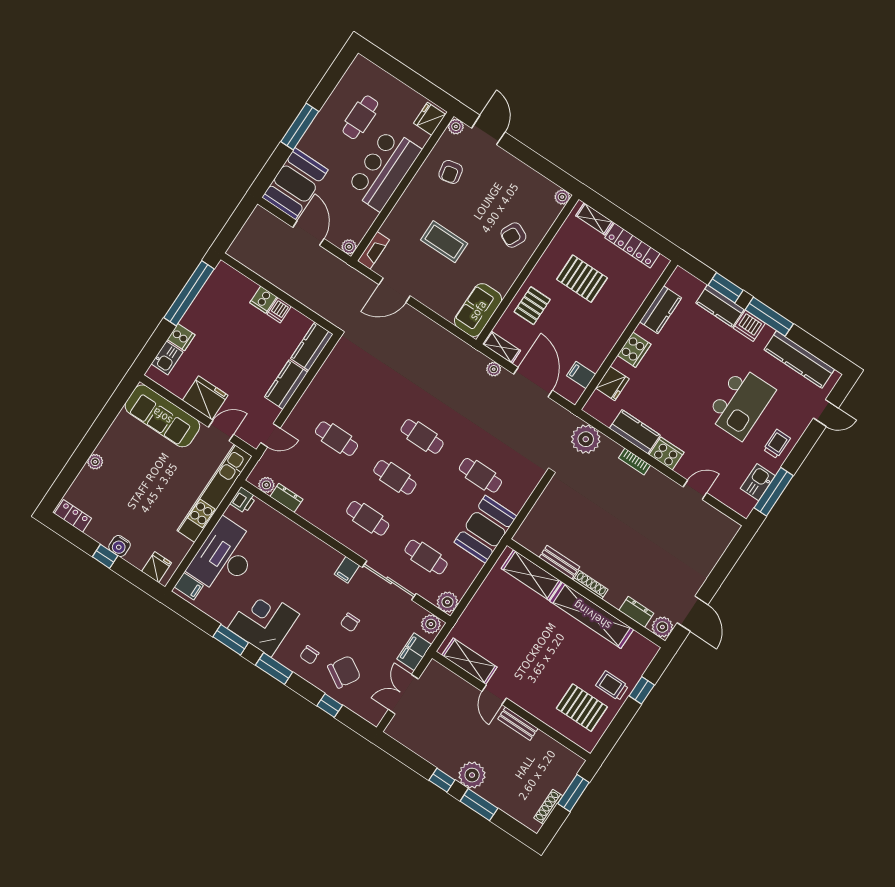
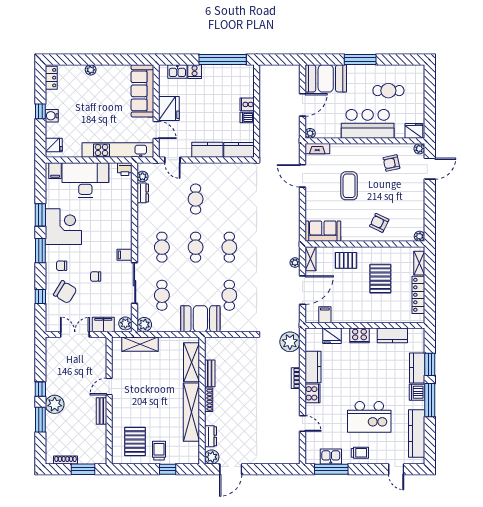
shelving: (469, 661) -> (140, 344), moved, turned 90

